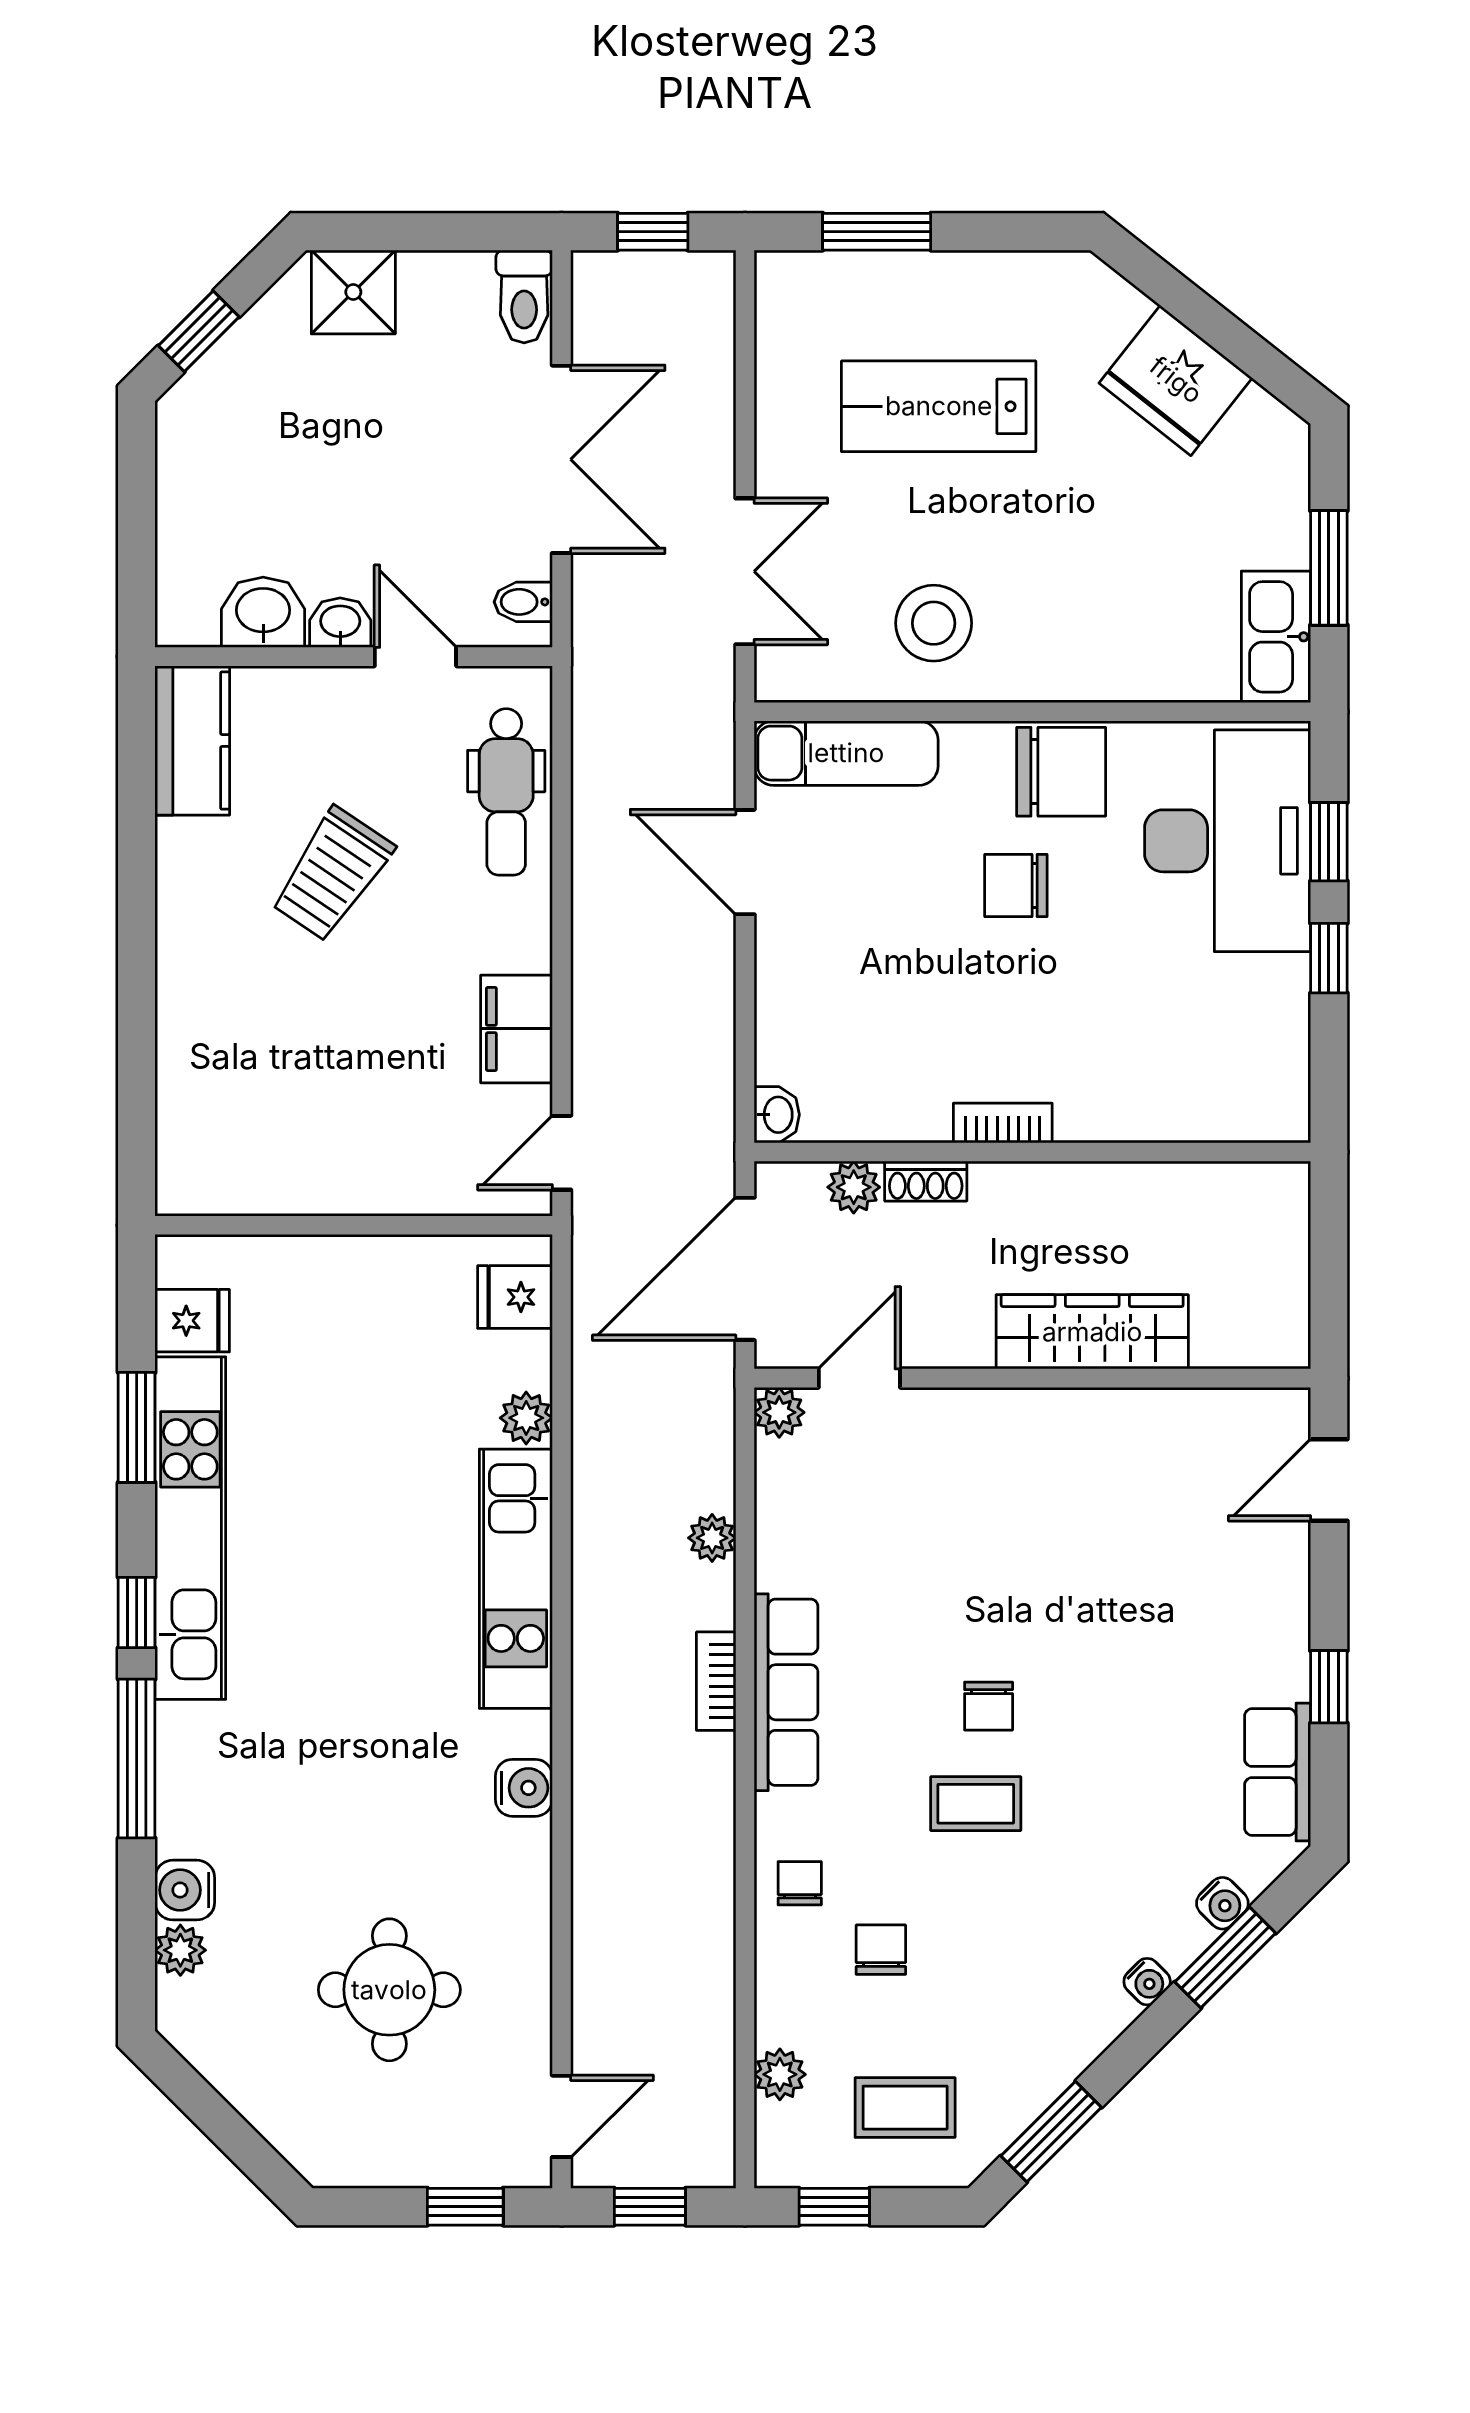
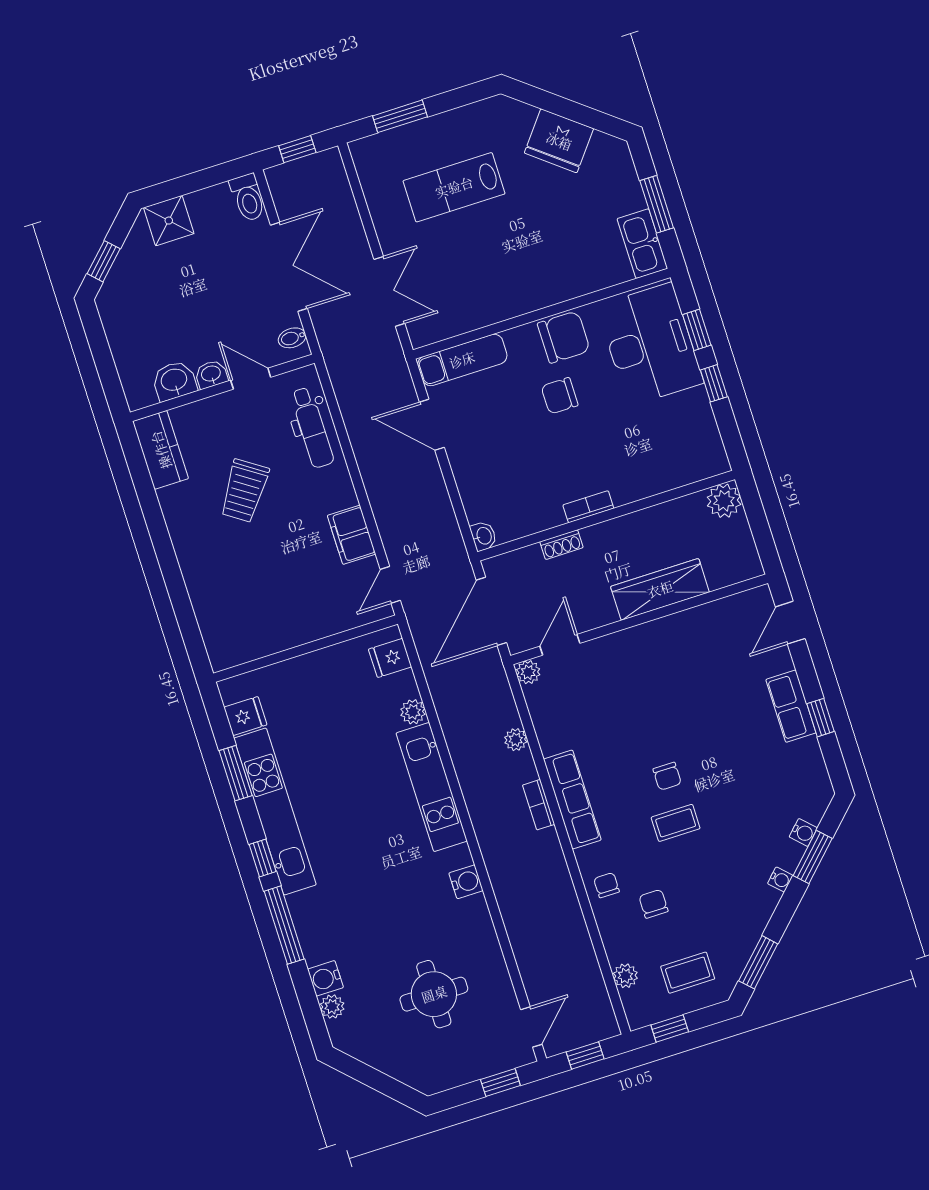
stool: (934, 623) -> (483, 287), removed
plant: (854, 1187) -> (724, 501), moved, width x1.38, depth x1.38
row of seats: (1278, 1772) -> (791, 706), moved

